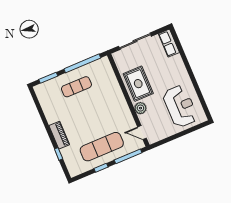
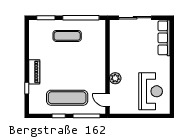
row of seats: (169, 43) -> (164, 38), width x1.48
rug: (138, 84) -> (122, 56), removed

